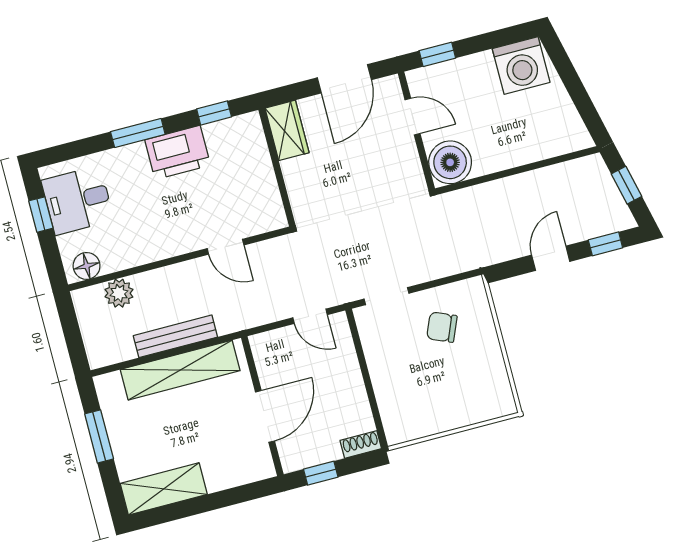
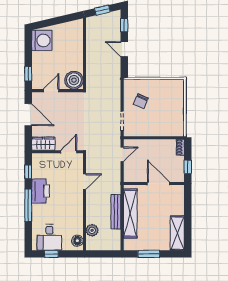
window: (138, 133) -> (28, 205), width x1.44
door: (284, 193) -> (69, 152), added

